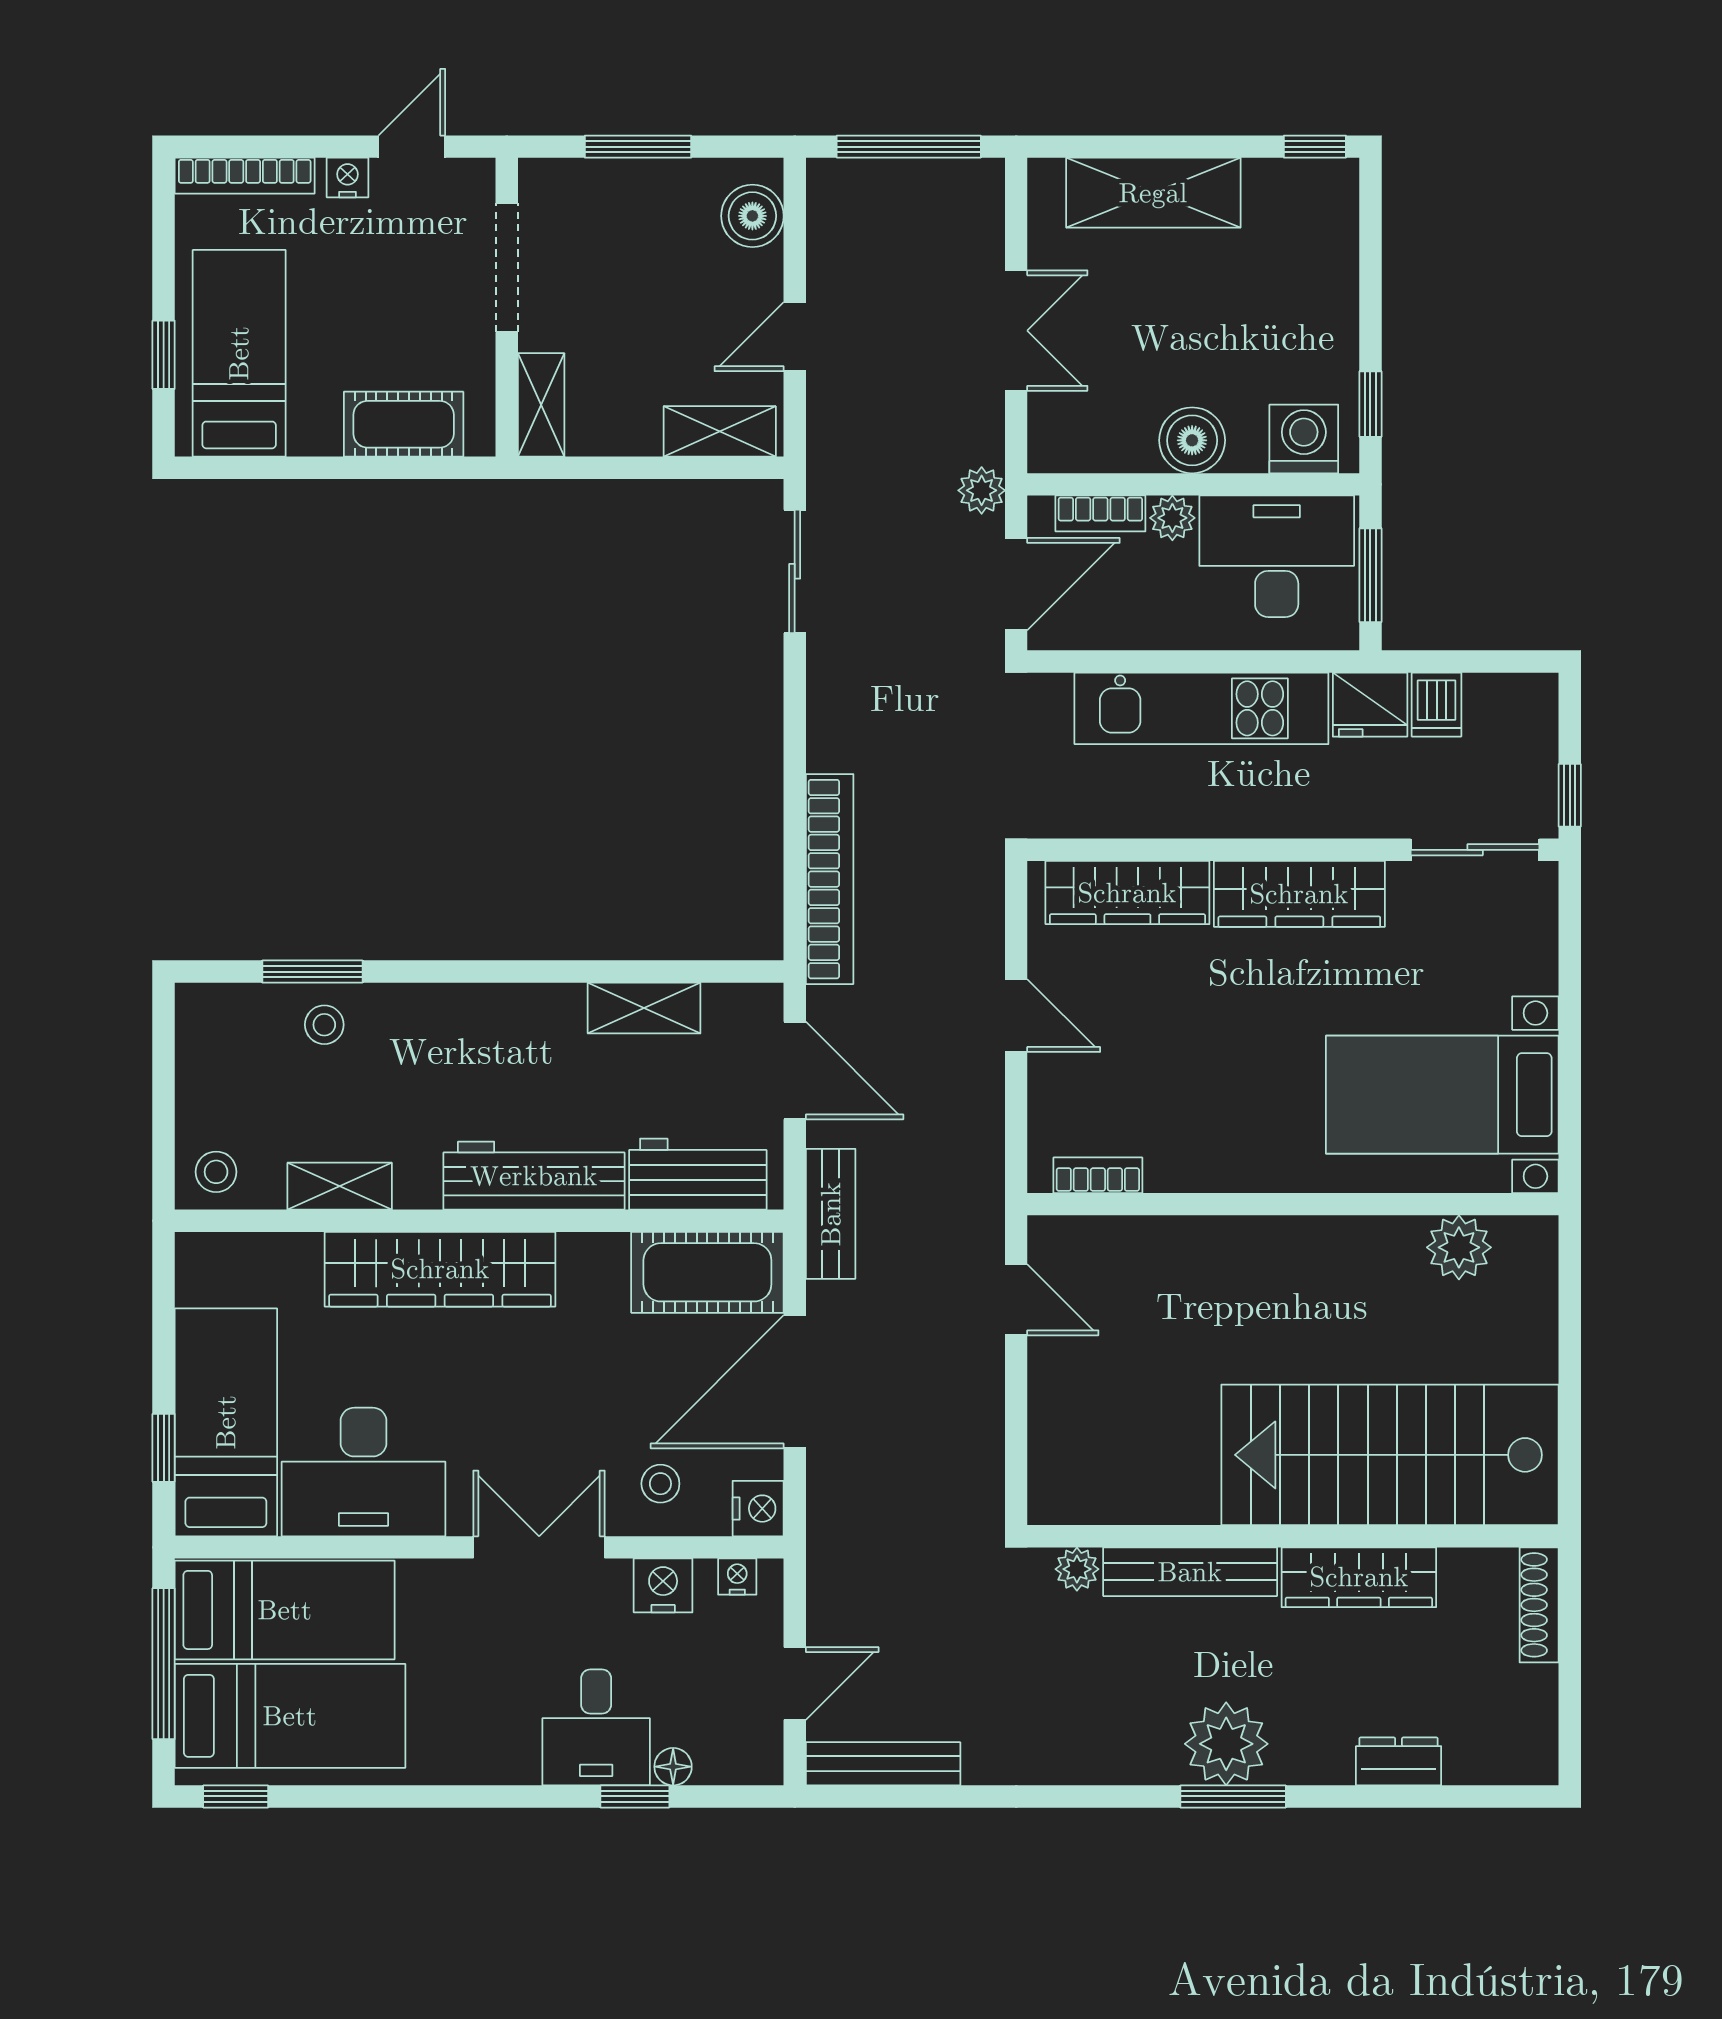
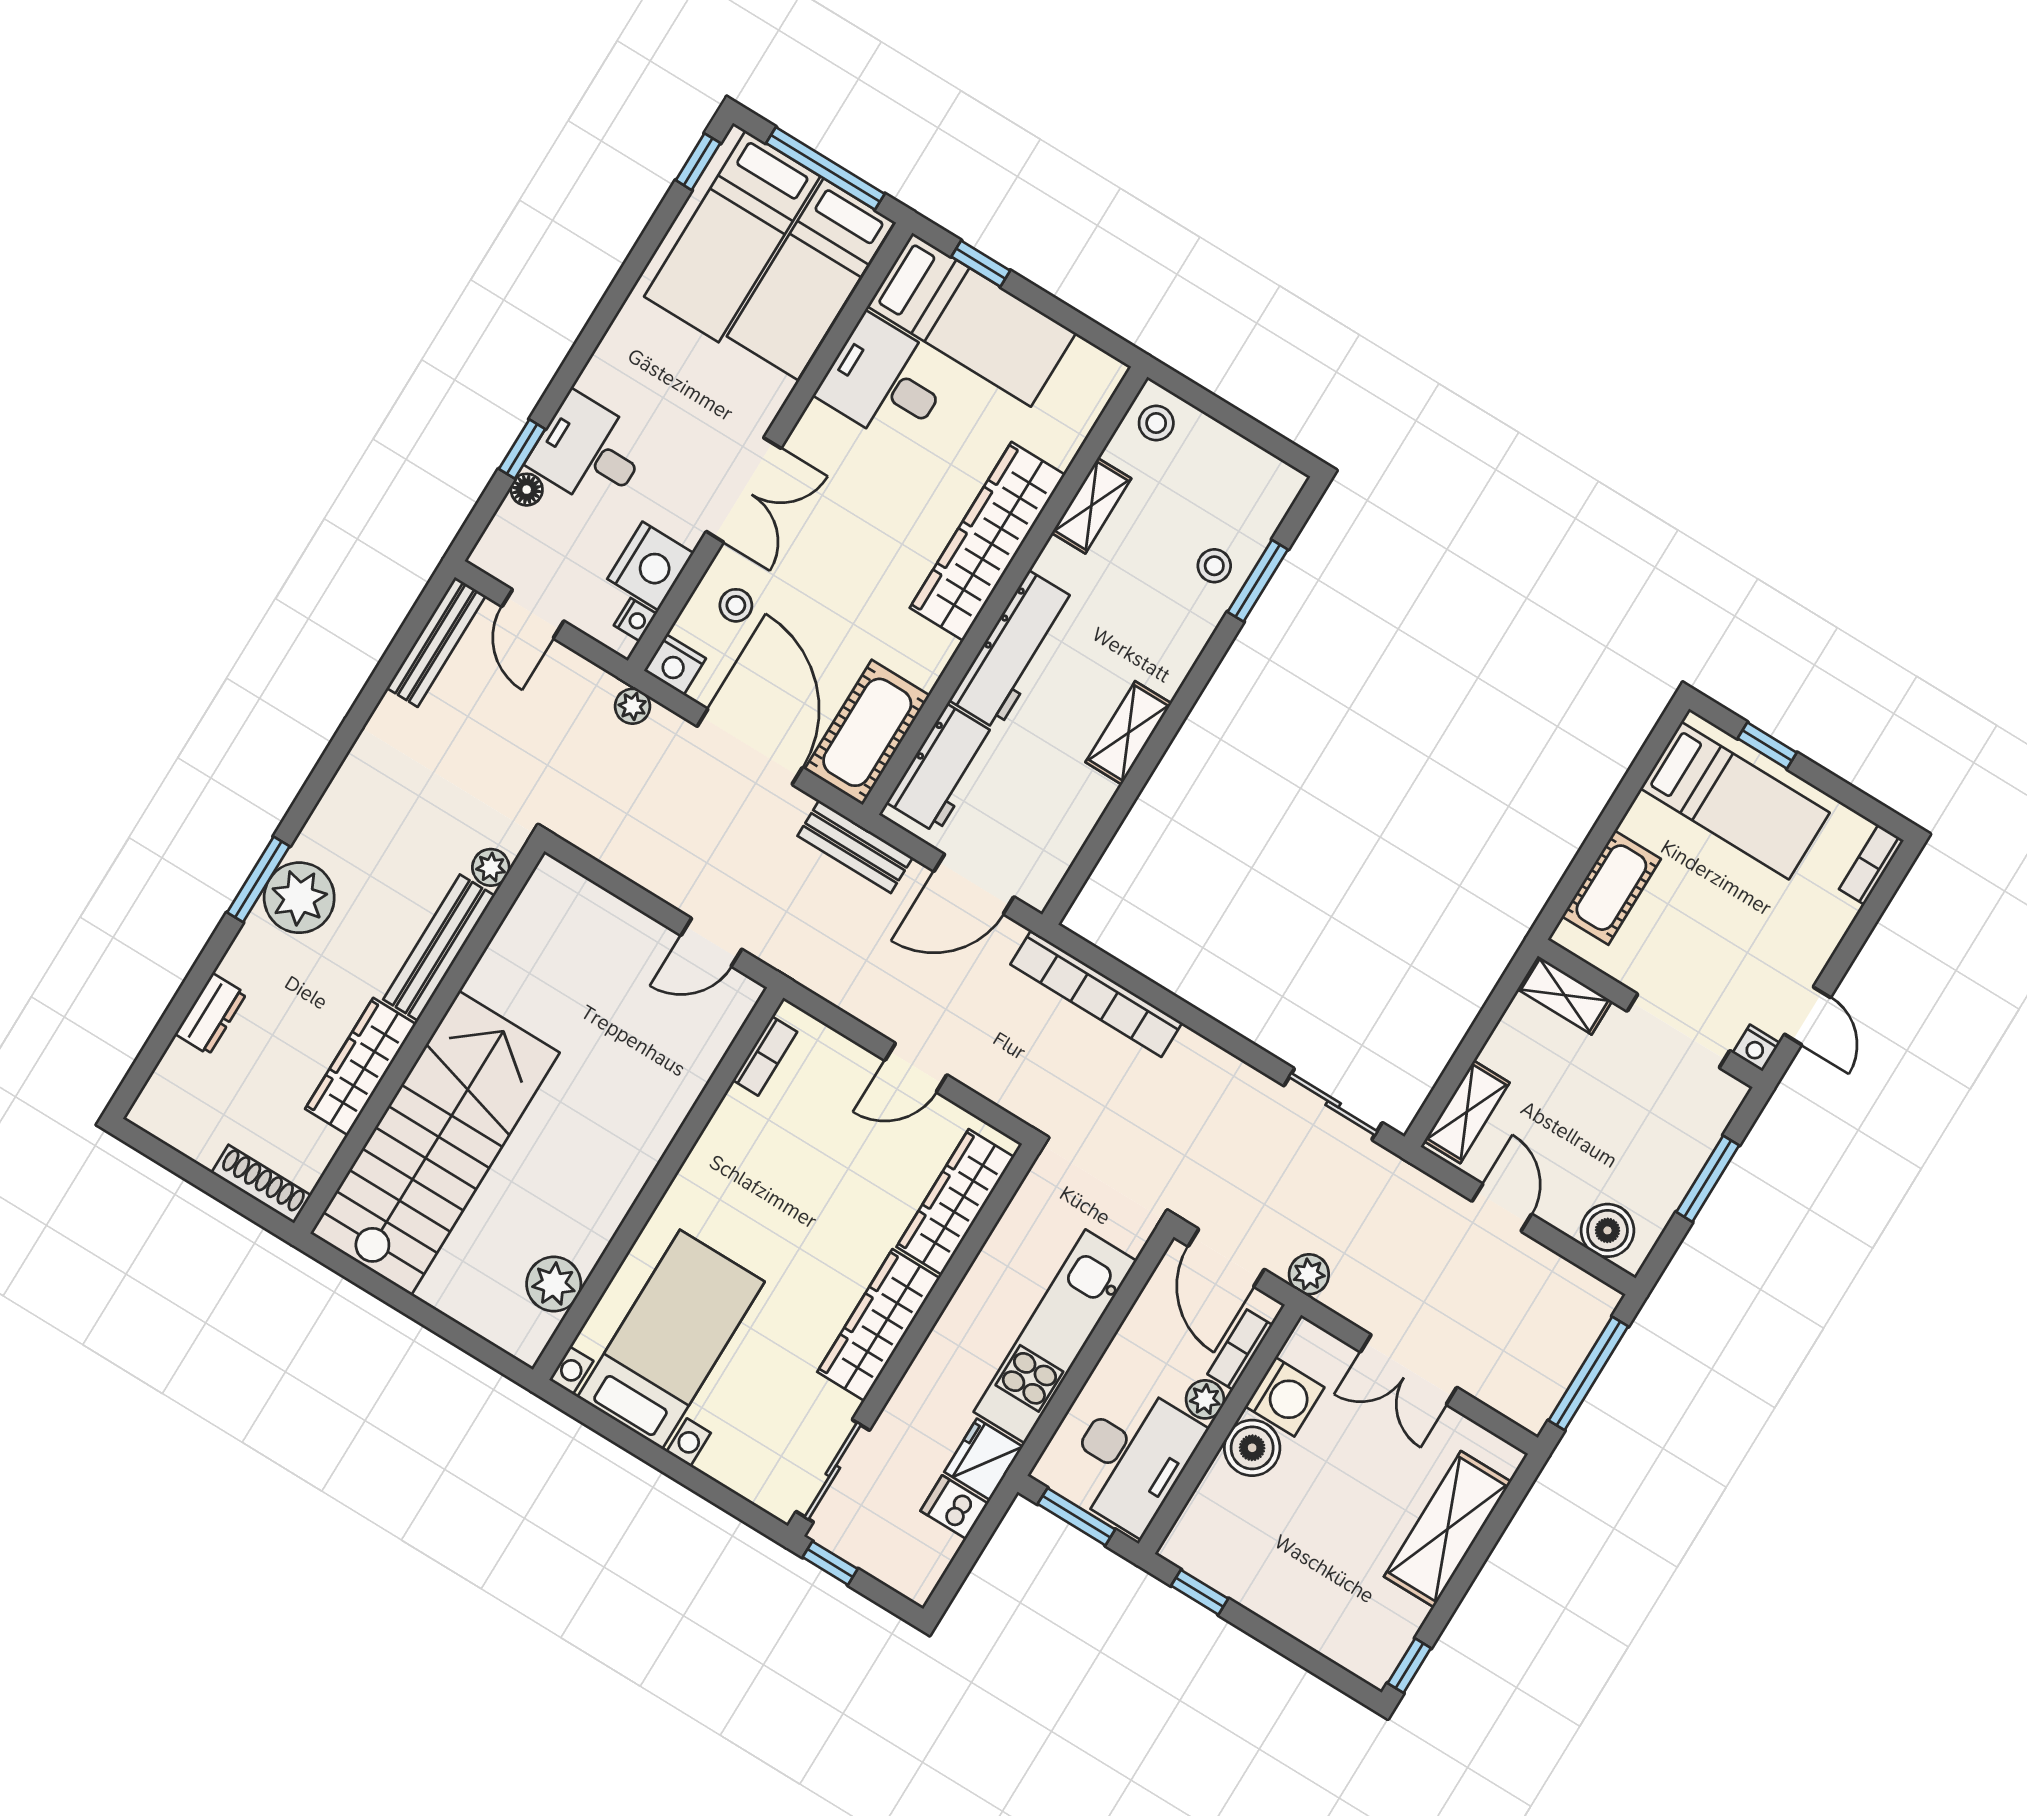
bookcase: (245, 176) -> (1871, 865), width x0.64
nightstand: (347, 178) -> (1756, 1048), moved, turned 90
washing machine: (1304, 439) -> (1285, 1397), moved
shelving: (644, 1008) -> (1128, 733), moved
desk: (364, 1472) -> (885, 381), width x0.73
plant: (826, 1526) -> (632, 706), added
nightstand: (663, 1585) -> (650, 566), width x1.36, depth x1.33

